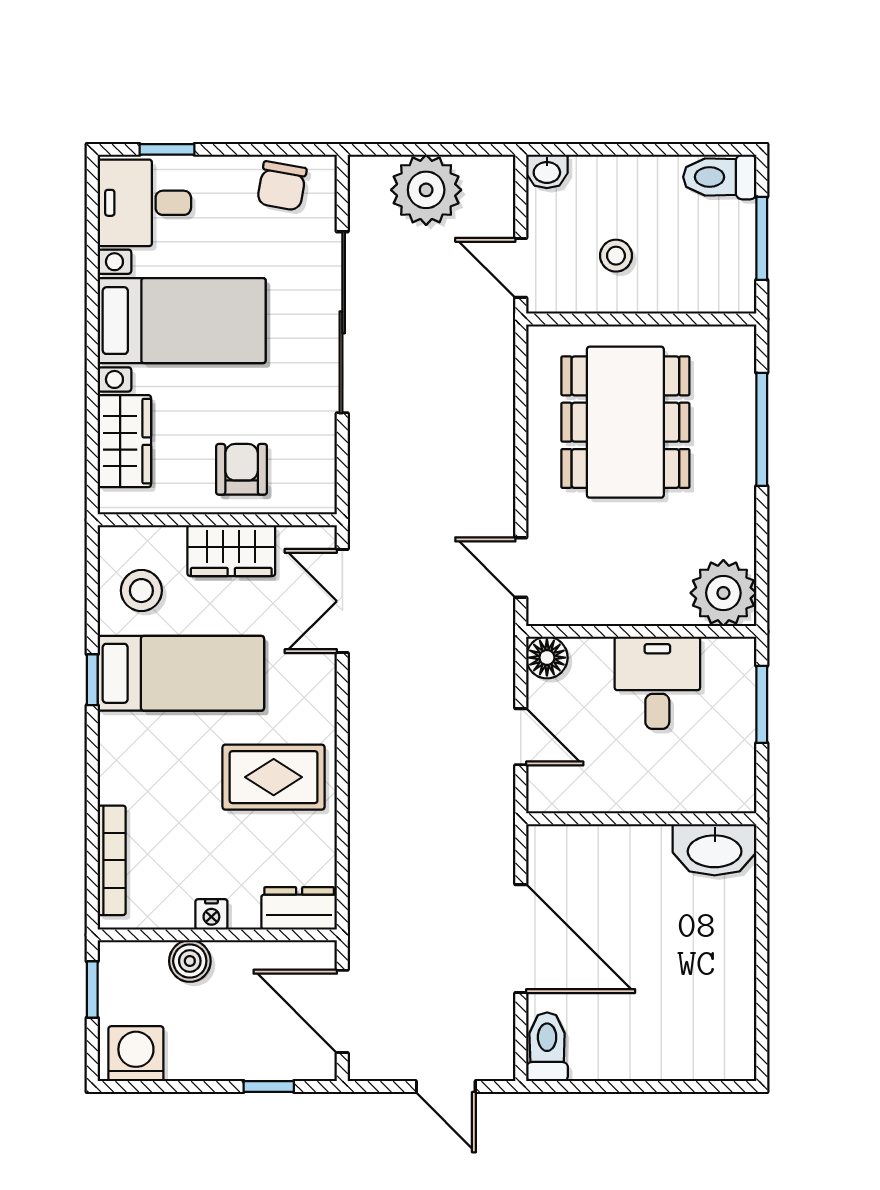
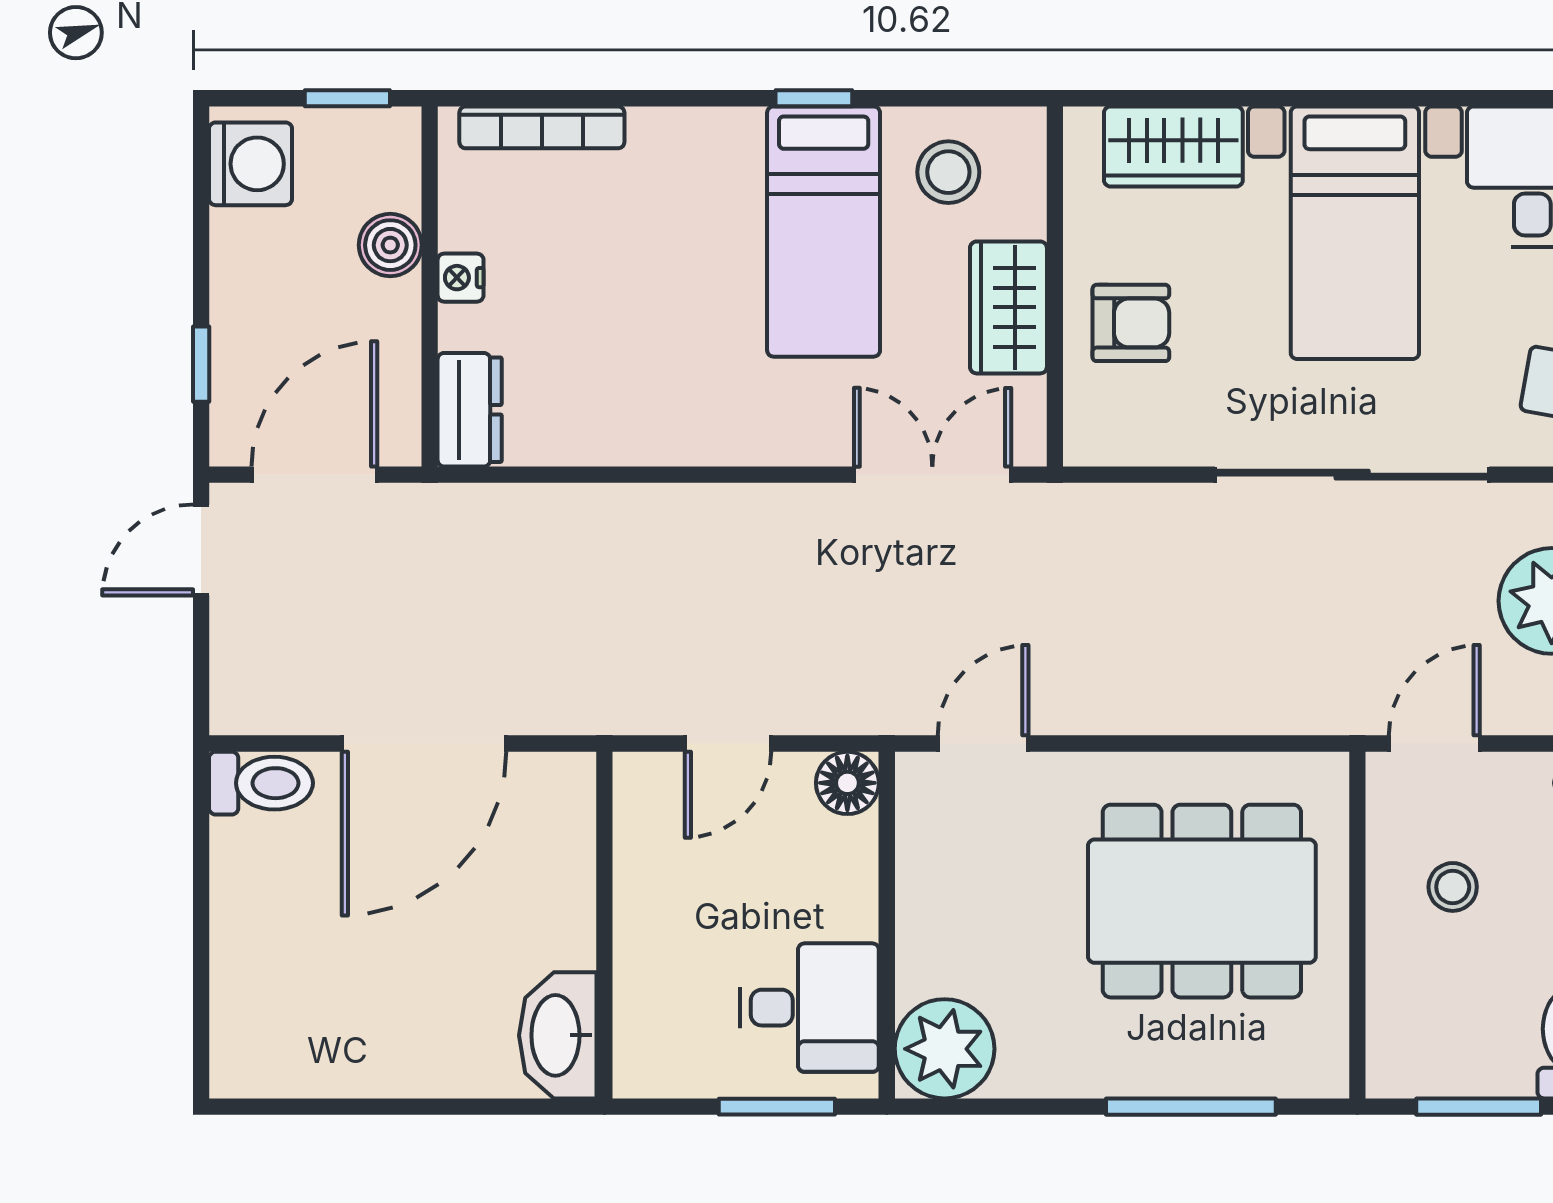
desk: (657, 683) -> (809, 1008), moved
rug: (274, 777) -> (667, 371), removed
door: (446, 1087) -> (201, 550), moved

